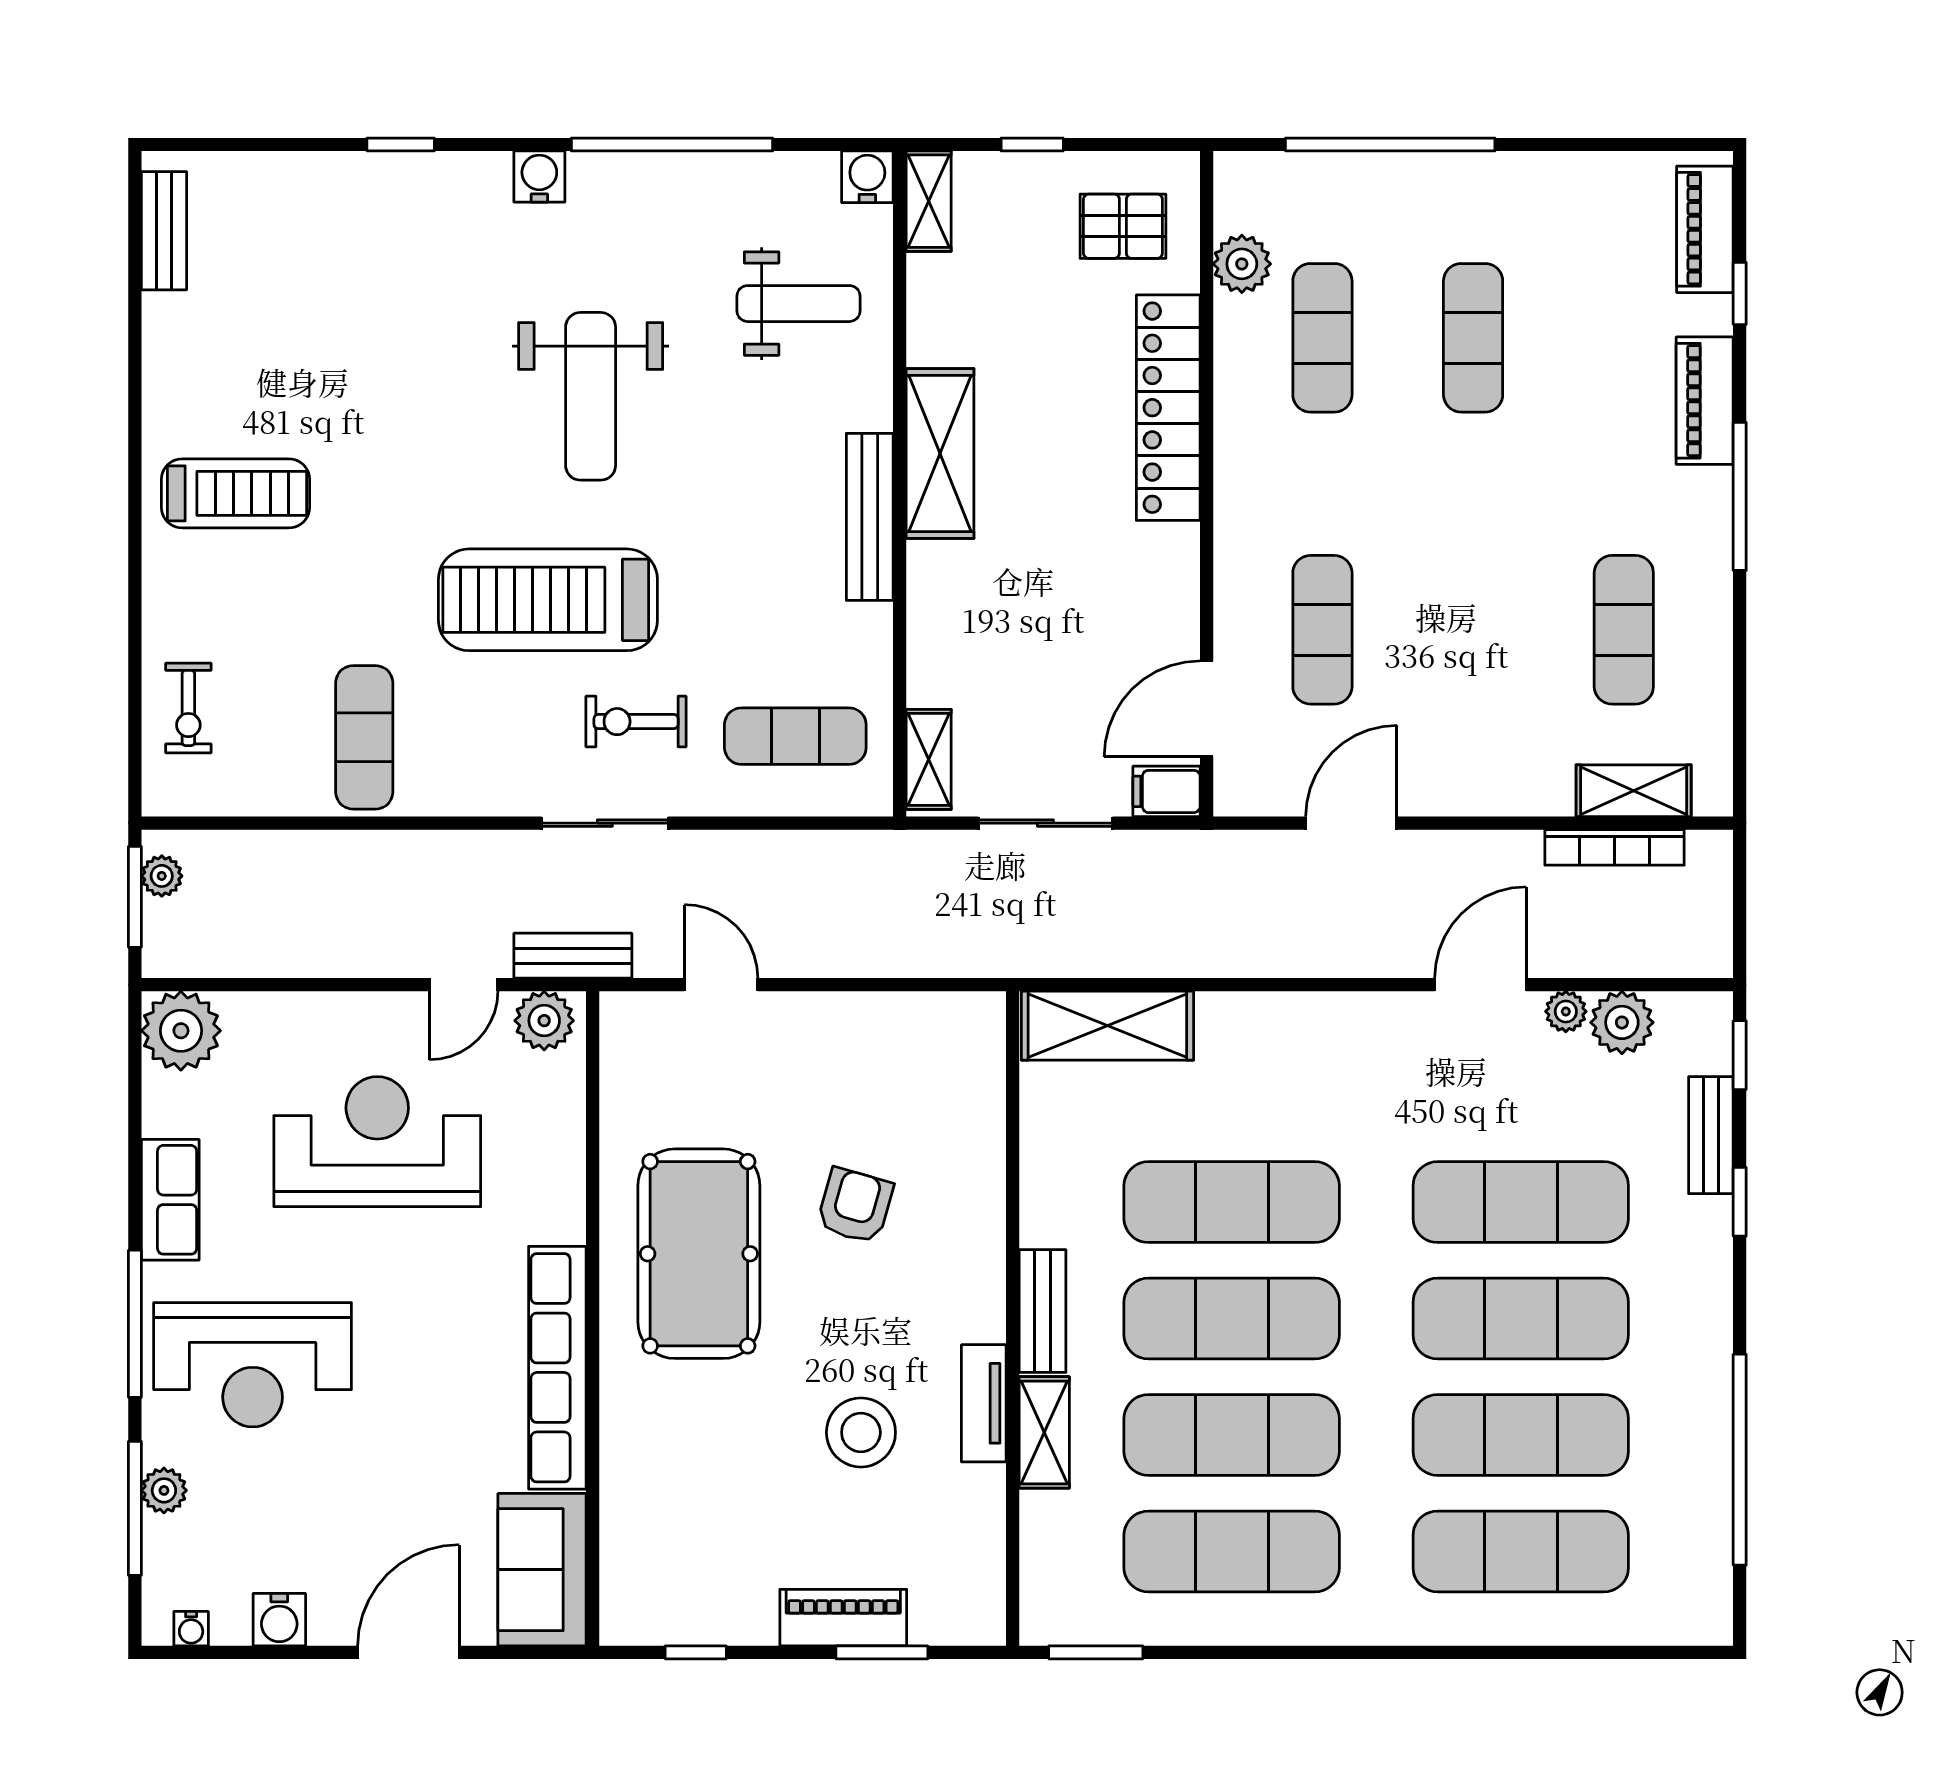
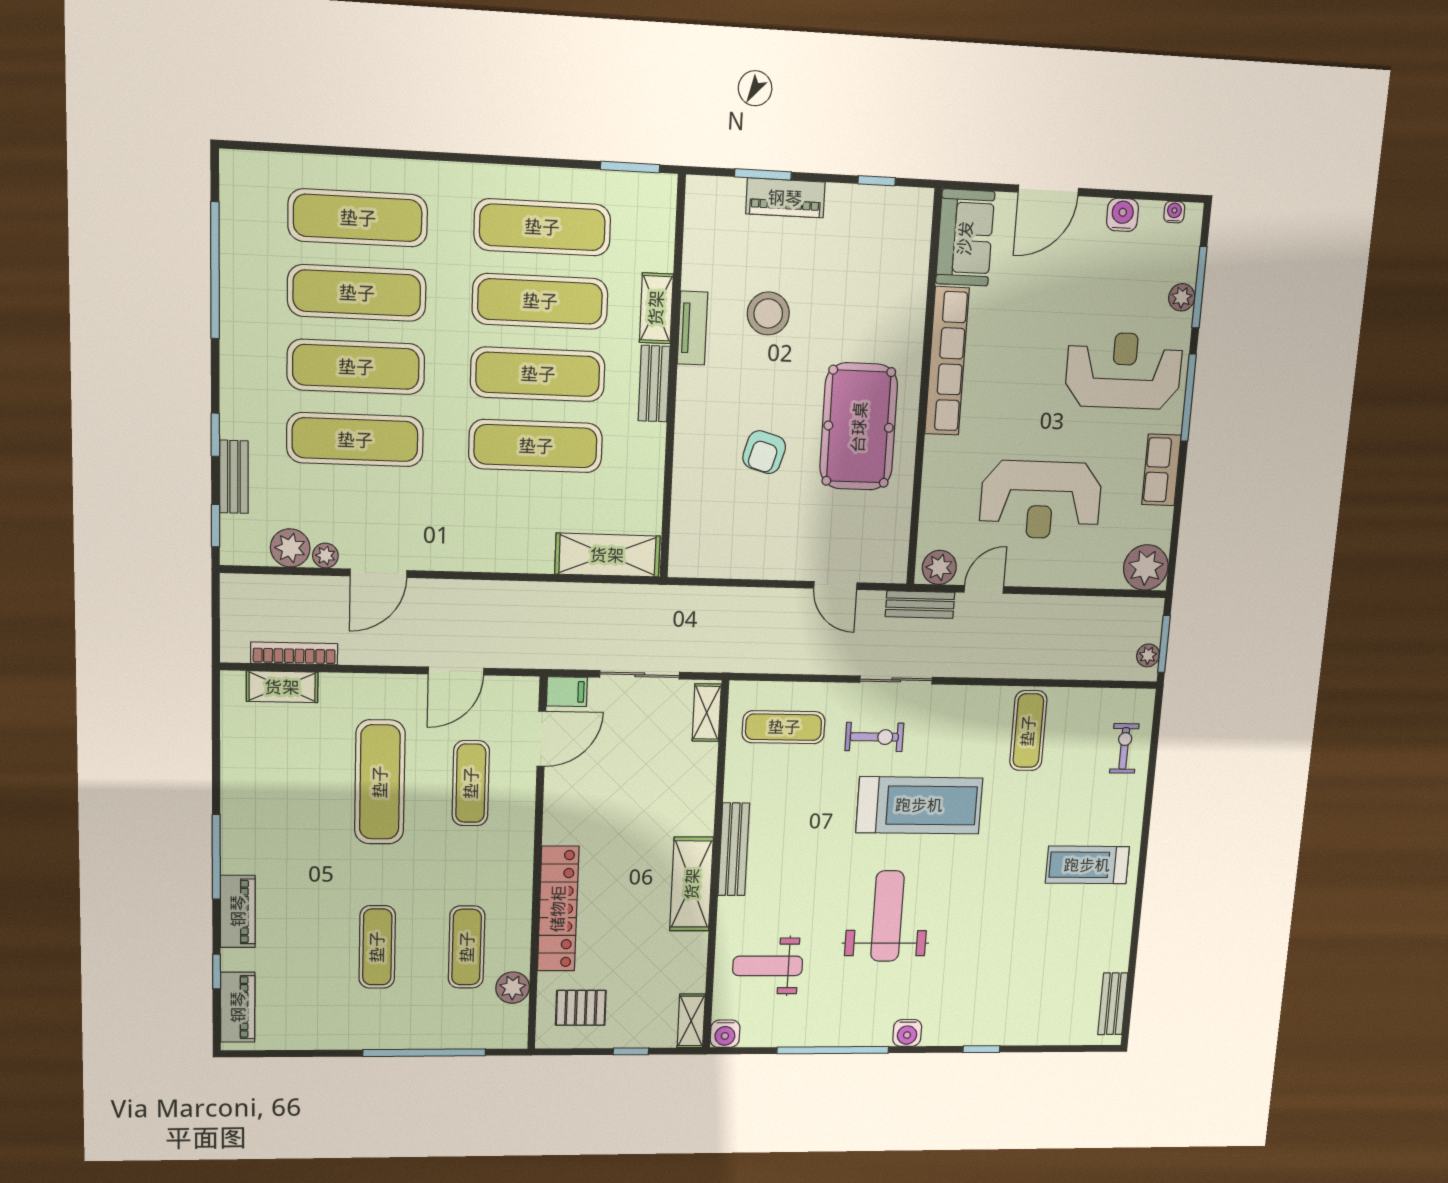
exercise mat: (1624, 630) -> (380, 782), moved, width x1.36, depth x1.45

